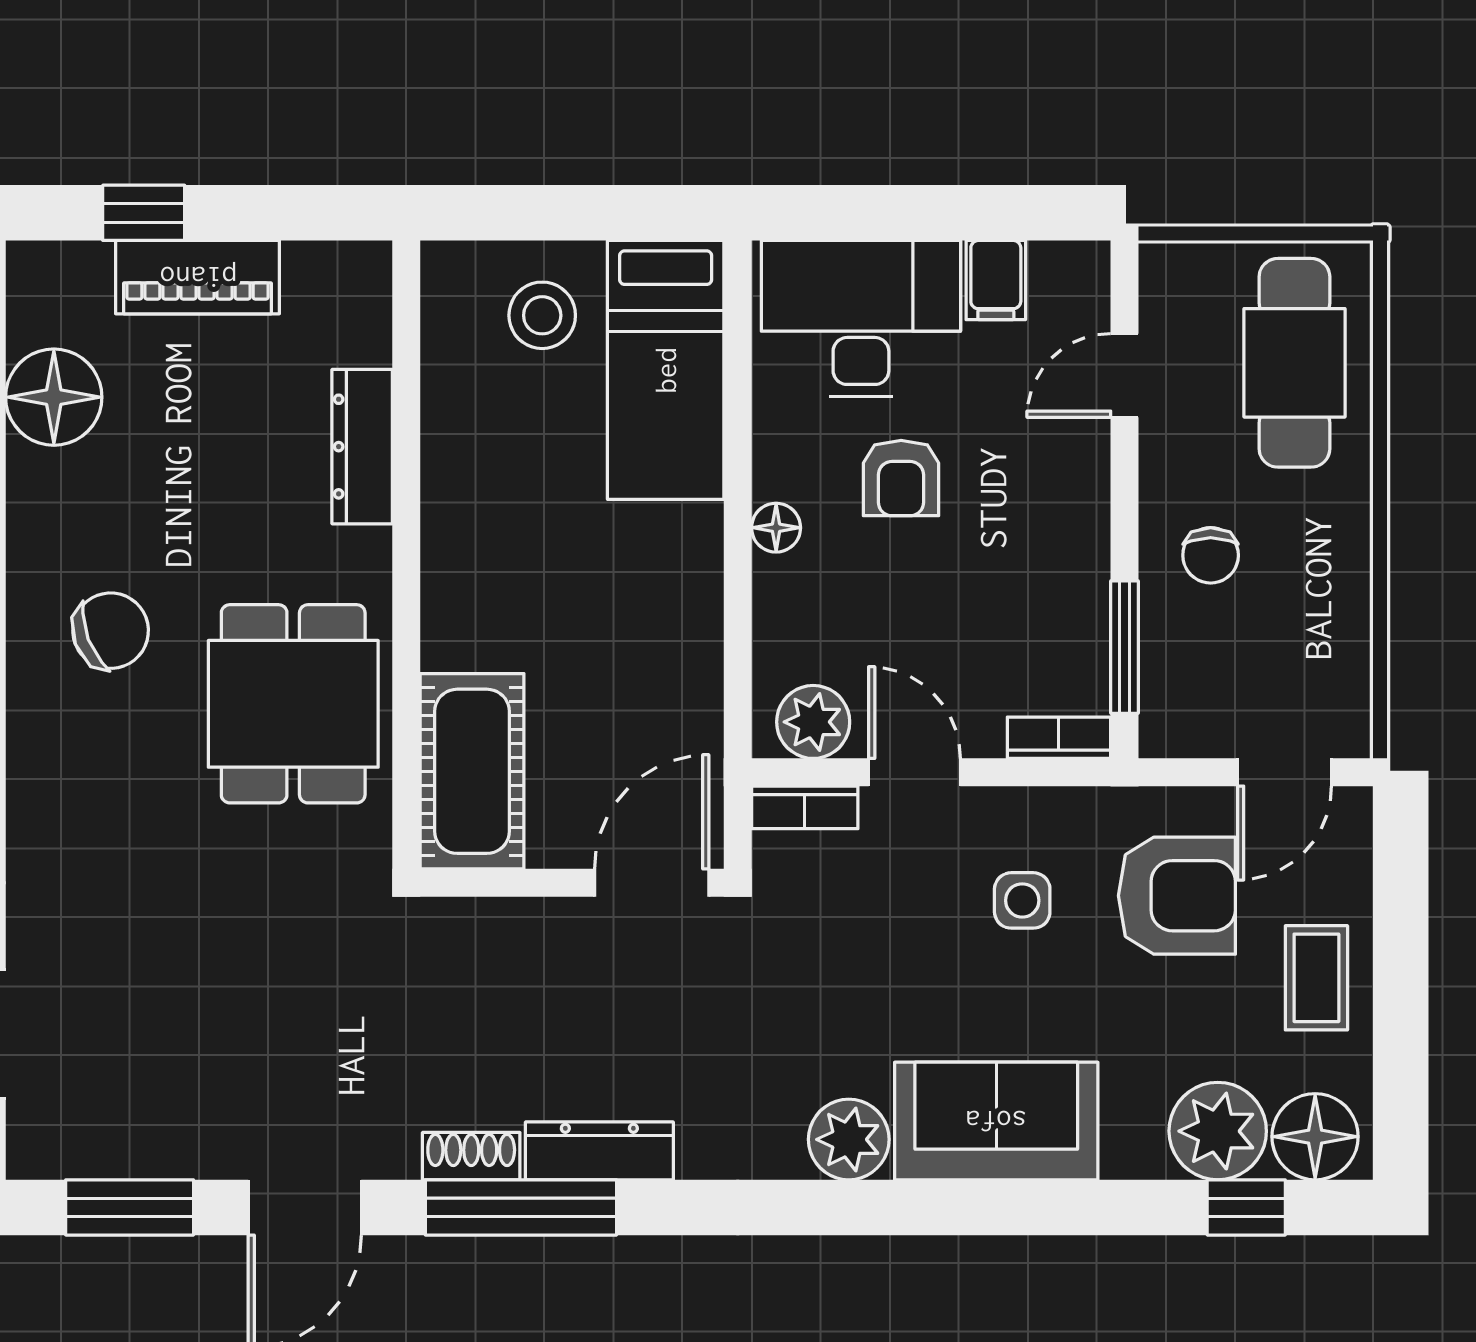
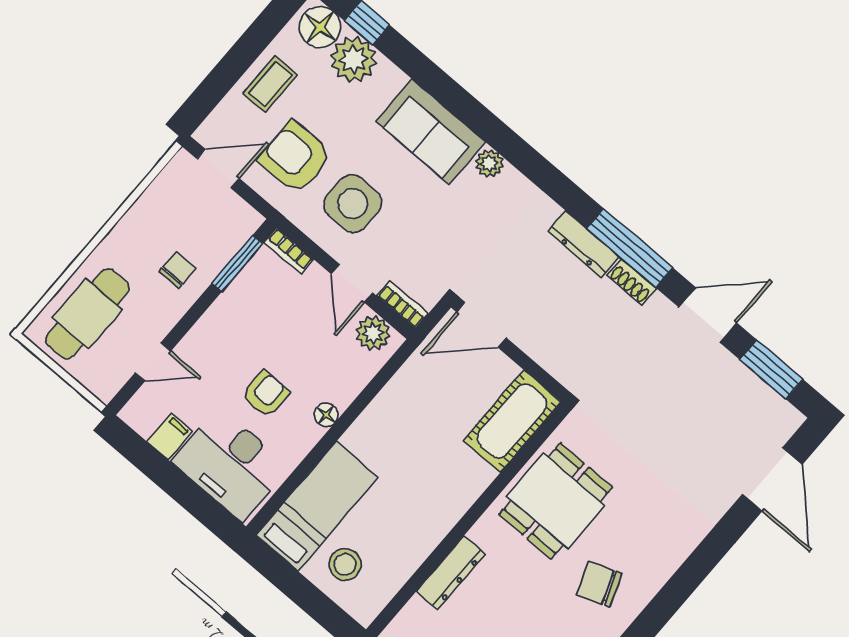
side table: (1022, 900) -> (353, 204), width x1.87, depth x1.87
plant: (849, 1139) -> (489, 163), width x0.73, depth x0.73

